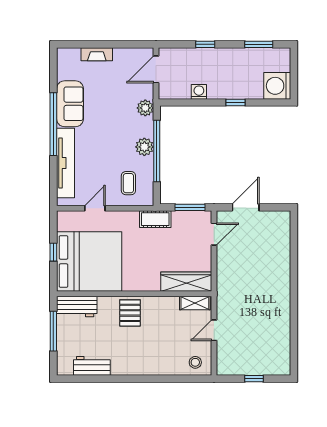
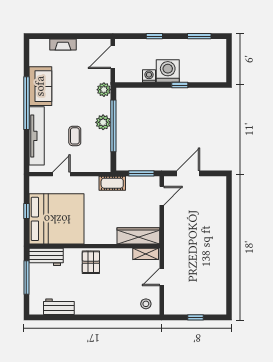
washing machine: (277, 86) -> (168, 71), moved, turned 90
coffee table: (128, 183) -> (75, 136), moved

